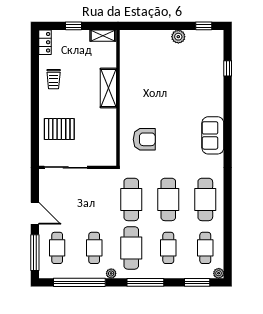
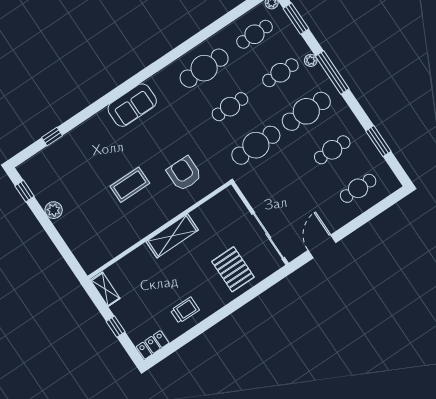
shelving: (108, 88) -> (172, 236), moved
coffee table: (161, 98) -> (130, 185), added
cafe table: (168, 199) -> (230, 107), width x0.73, depth x0.74
door: (35, 213) -> (322, 246), moved
window: (35, 253) -> (379, 208), removed
plant: (111, 273) -> (311, 60), moved
window: (79, 282) -> (378, 141), width x0.47

